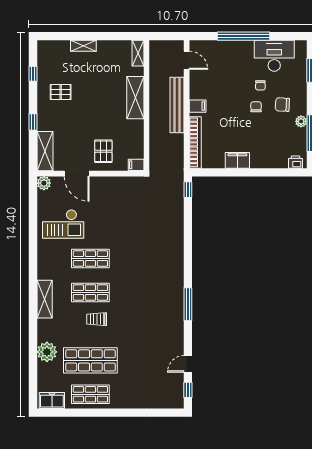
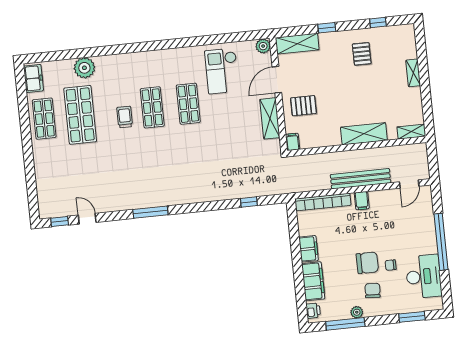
chair: (256, 107) -> (367, 263), width x1.87, depth x1.87
filing cabinet: (268, 159) -> (313, 281), added
window: (188, 190) -> (249, 202), moved
shelving: (45, 299) -> (270, 118), moved, turned 90

